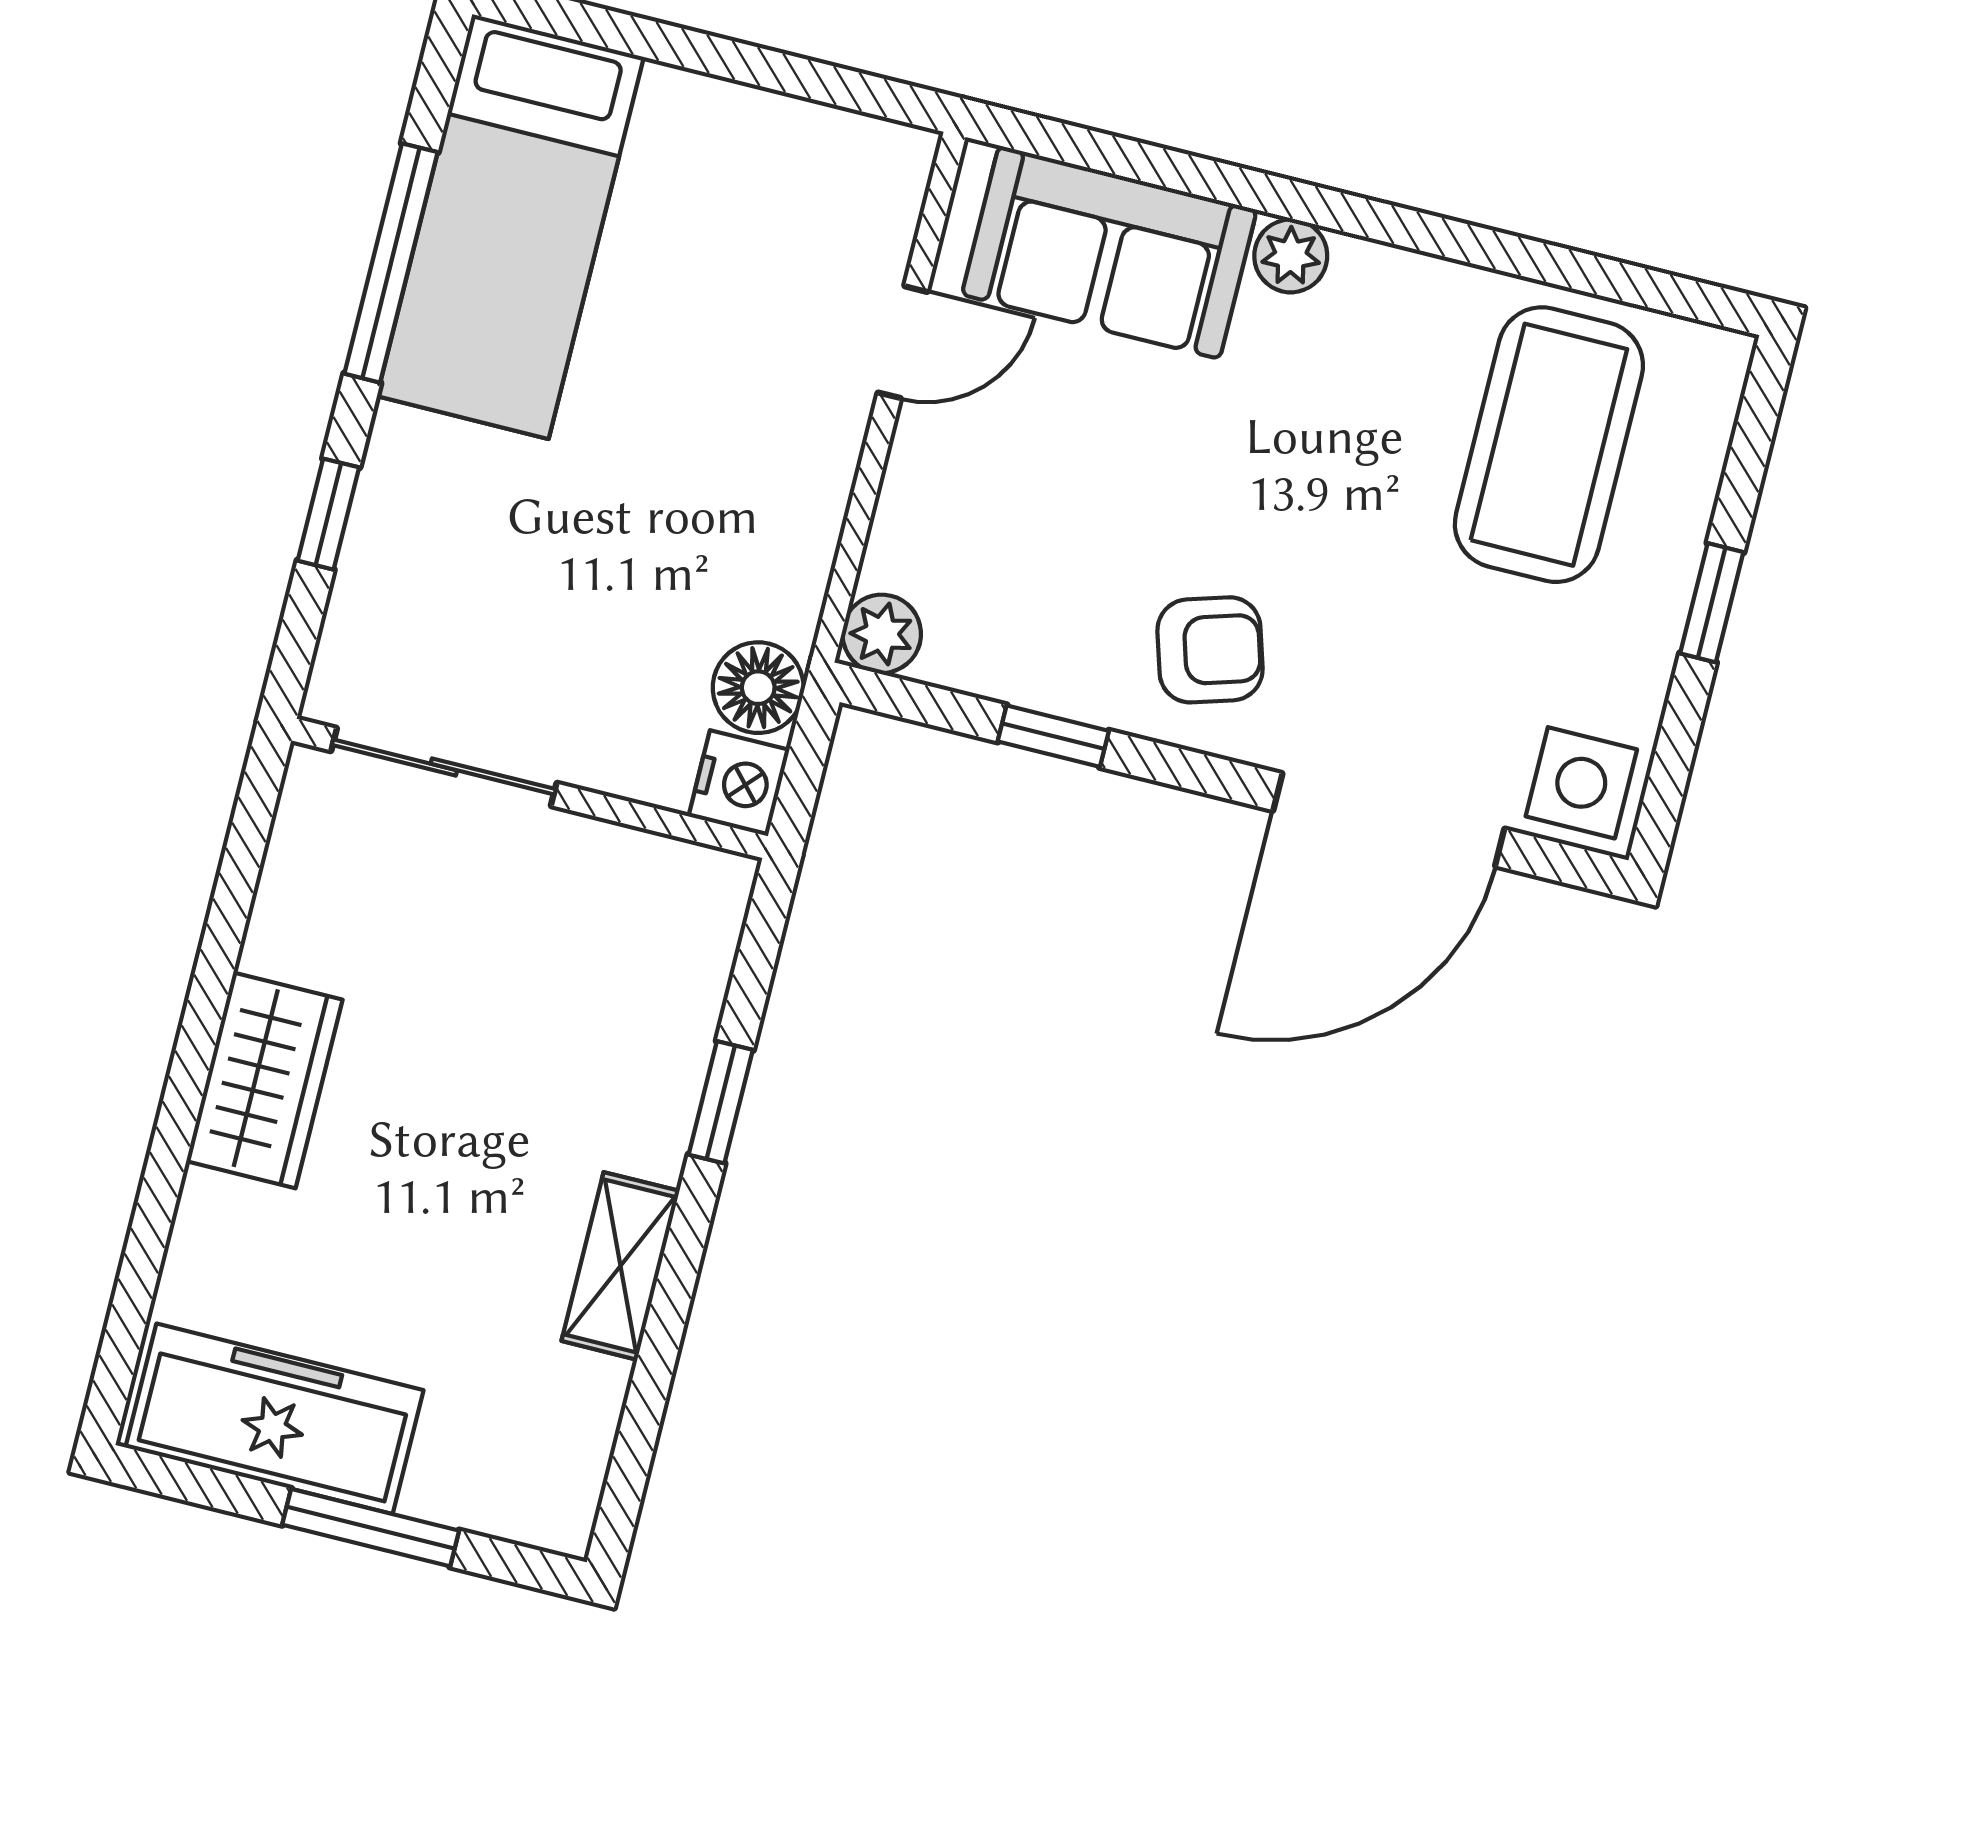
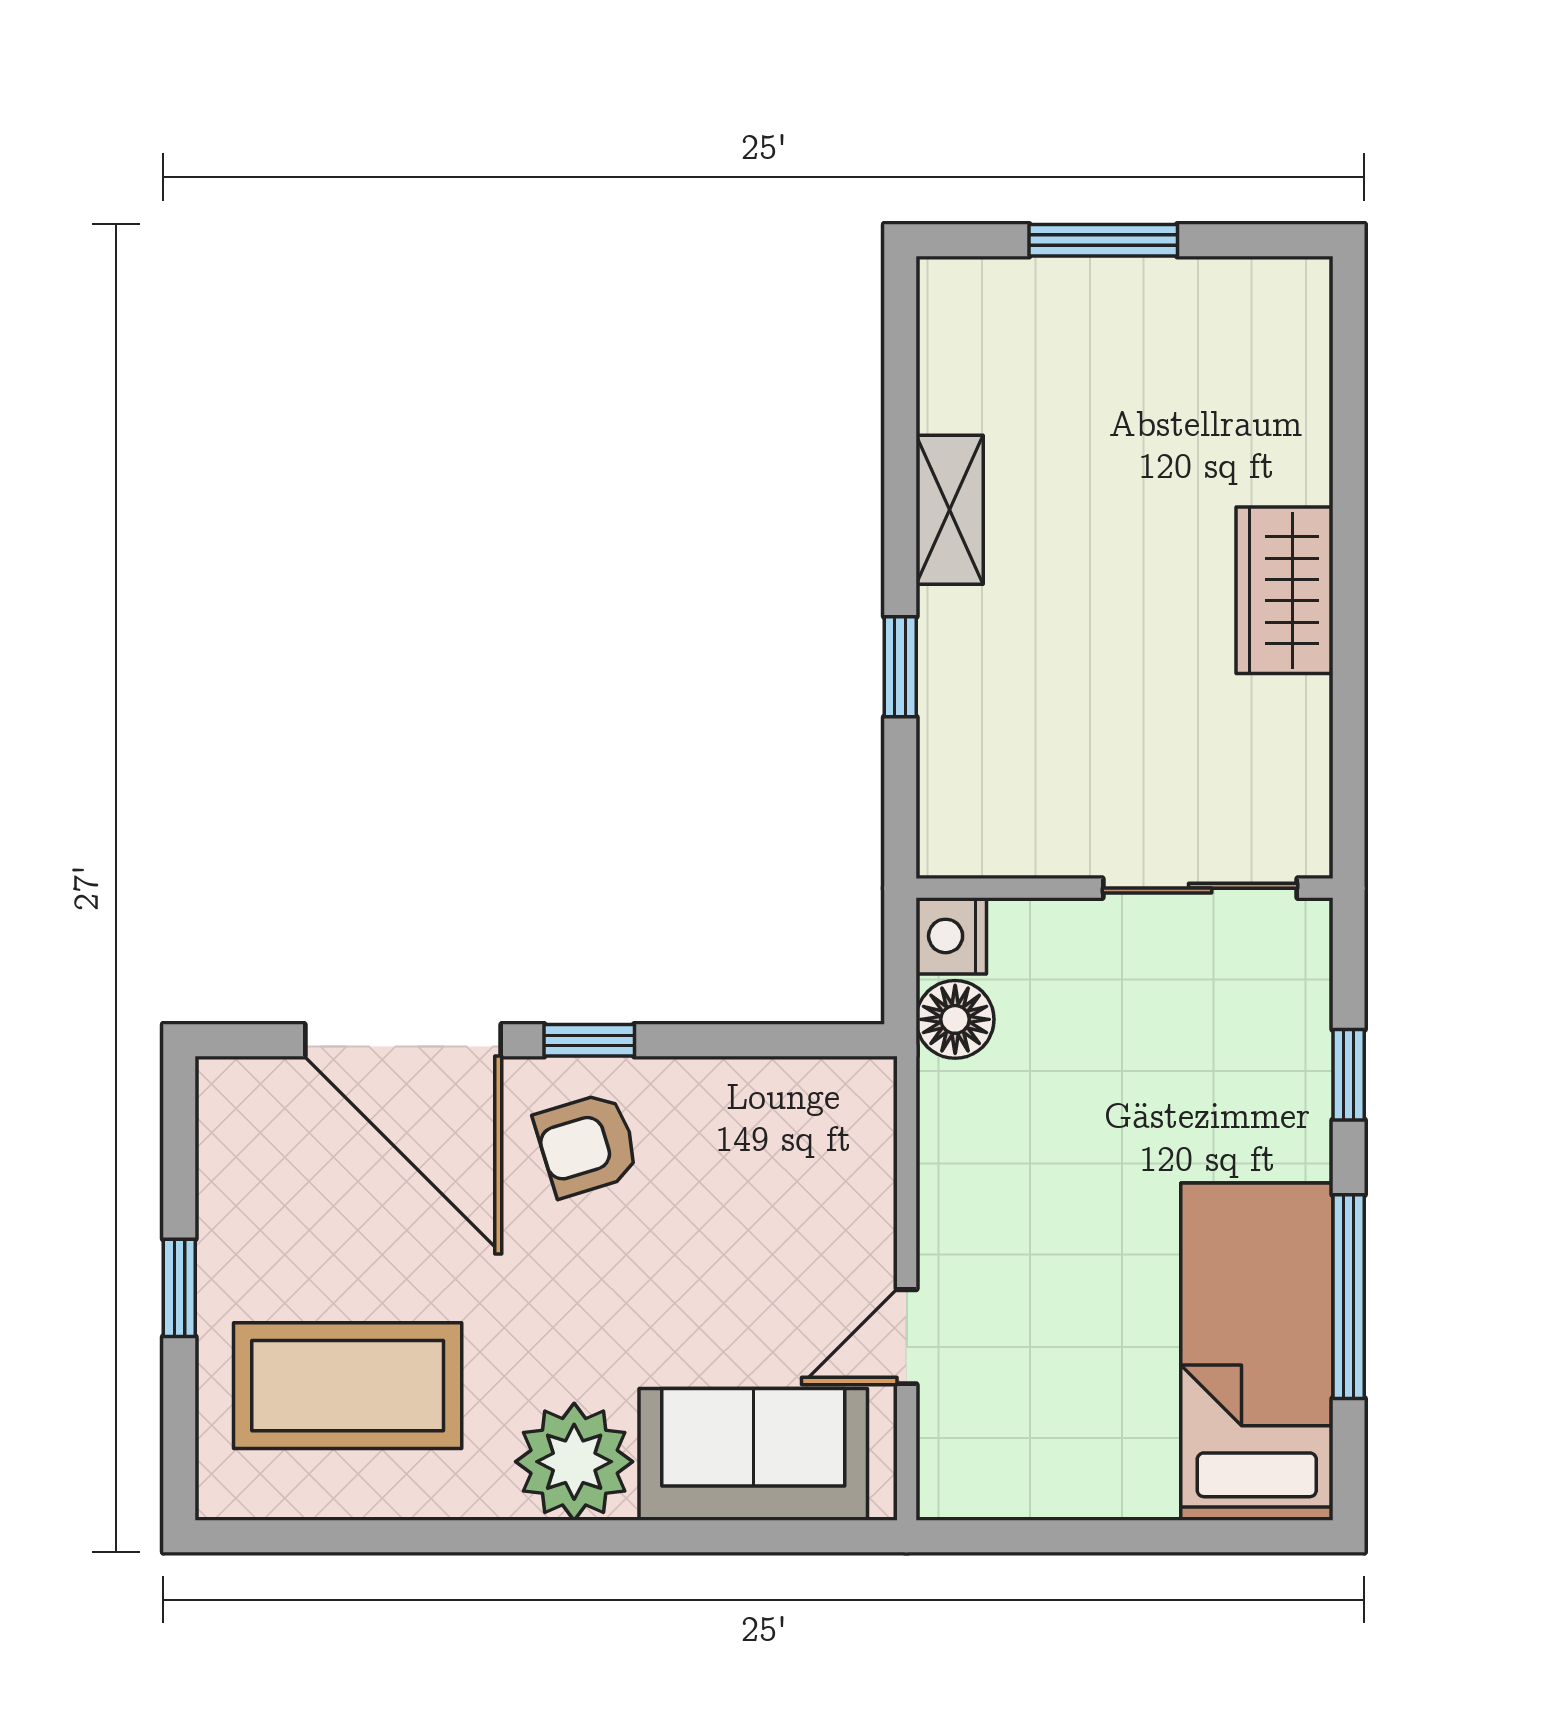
plant: (1291, 256) -> (574, 1462), width x1.88, depth x1.88
coffee table: (1549, 445) -> (348, 1386), turned 90
plant: (882, 634) -> (863, 1090), removed
window: (1053, 736) -> (589, 1040), moved
side table: (1581, 783) -> (250, 1111), removed
door: (1389, 820) -> (403, 1040), swing flipped
freezer: (275, 1419) -> (1206, 311), removed

